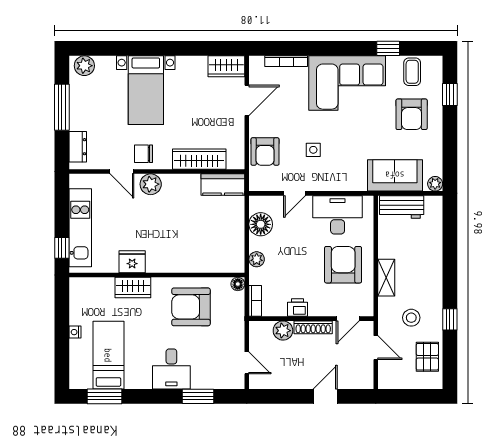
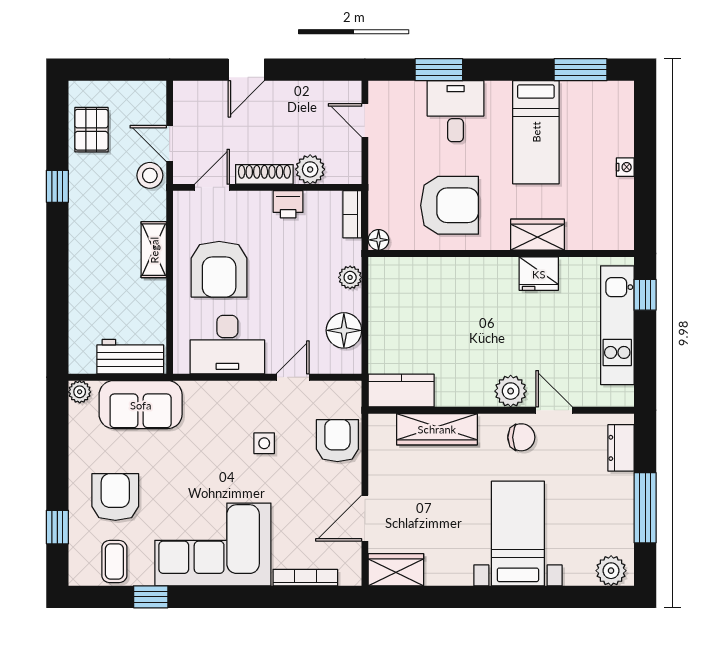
stool: (411, 318) -> (150, 175), moved
bed: (108, 355) -> (536, 132), moved
desk: (171, 369) -> (456, 111), moved

